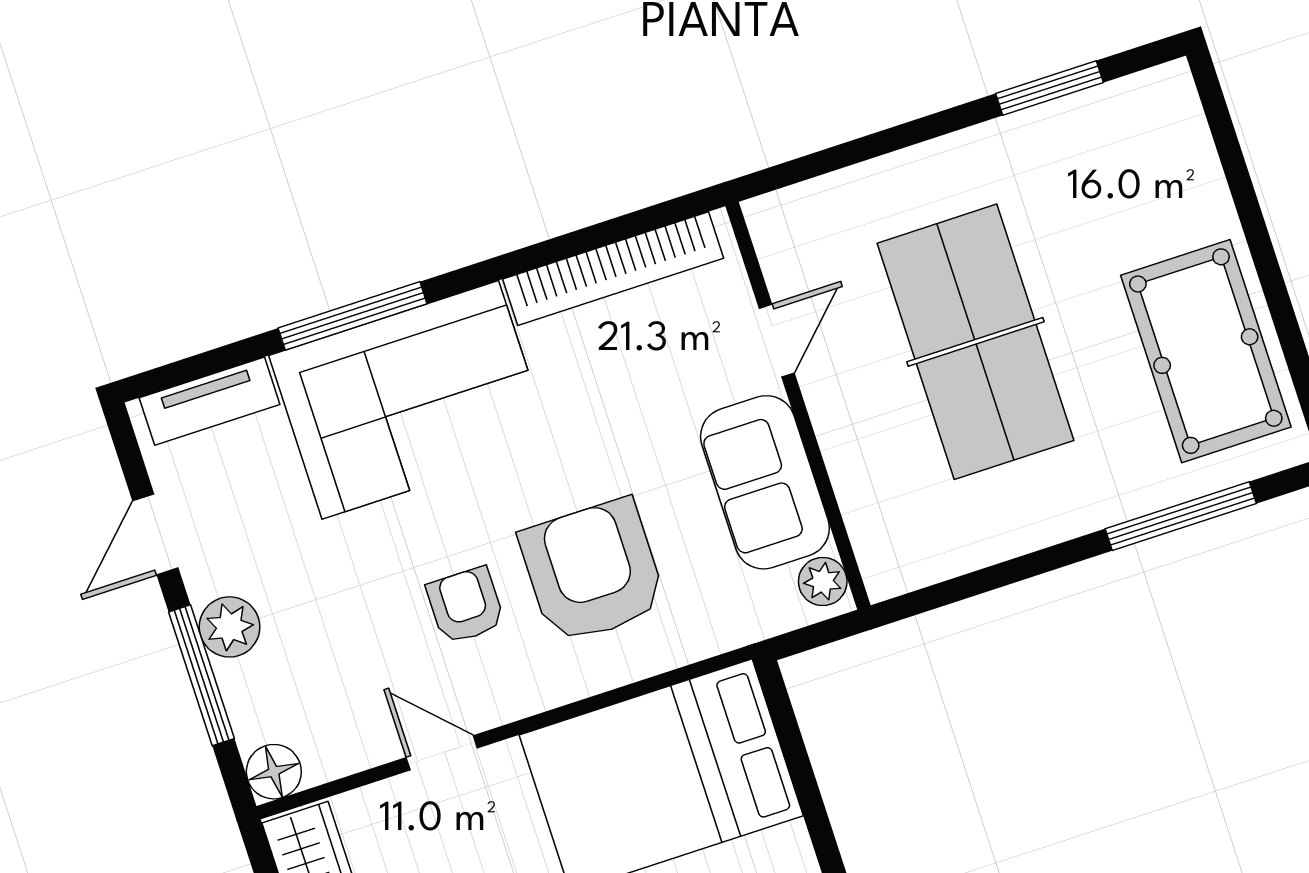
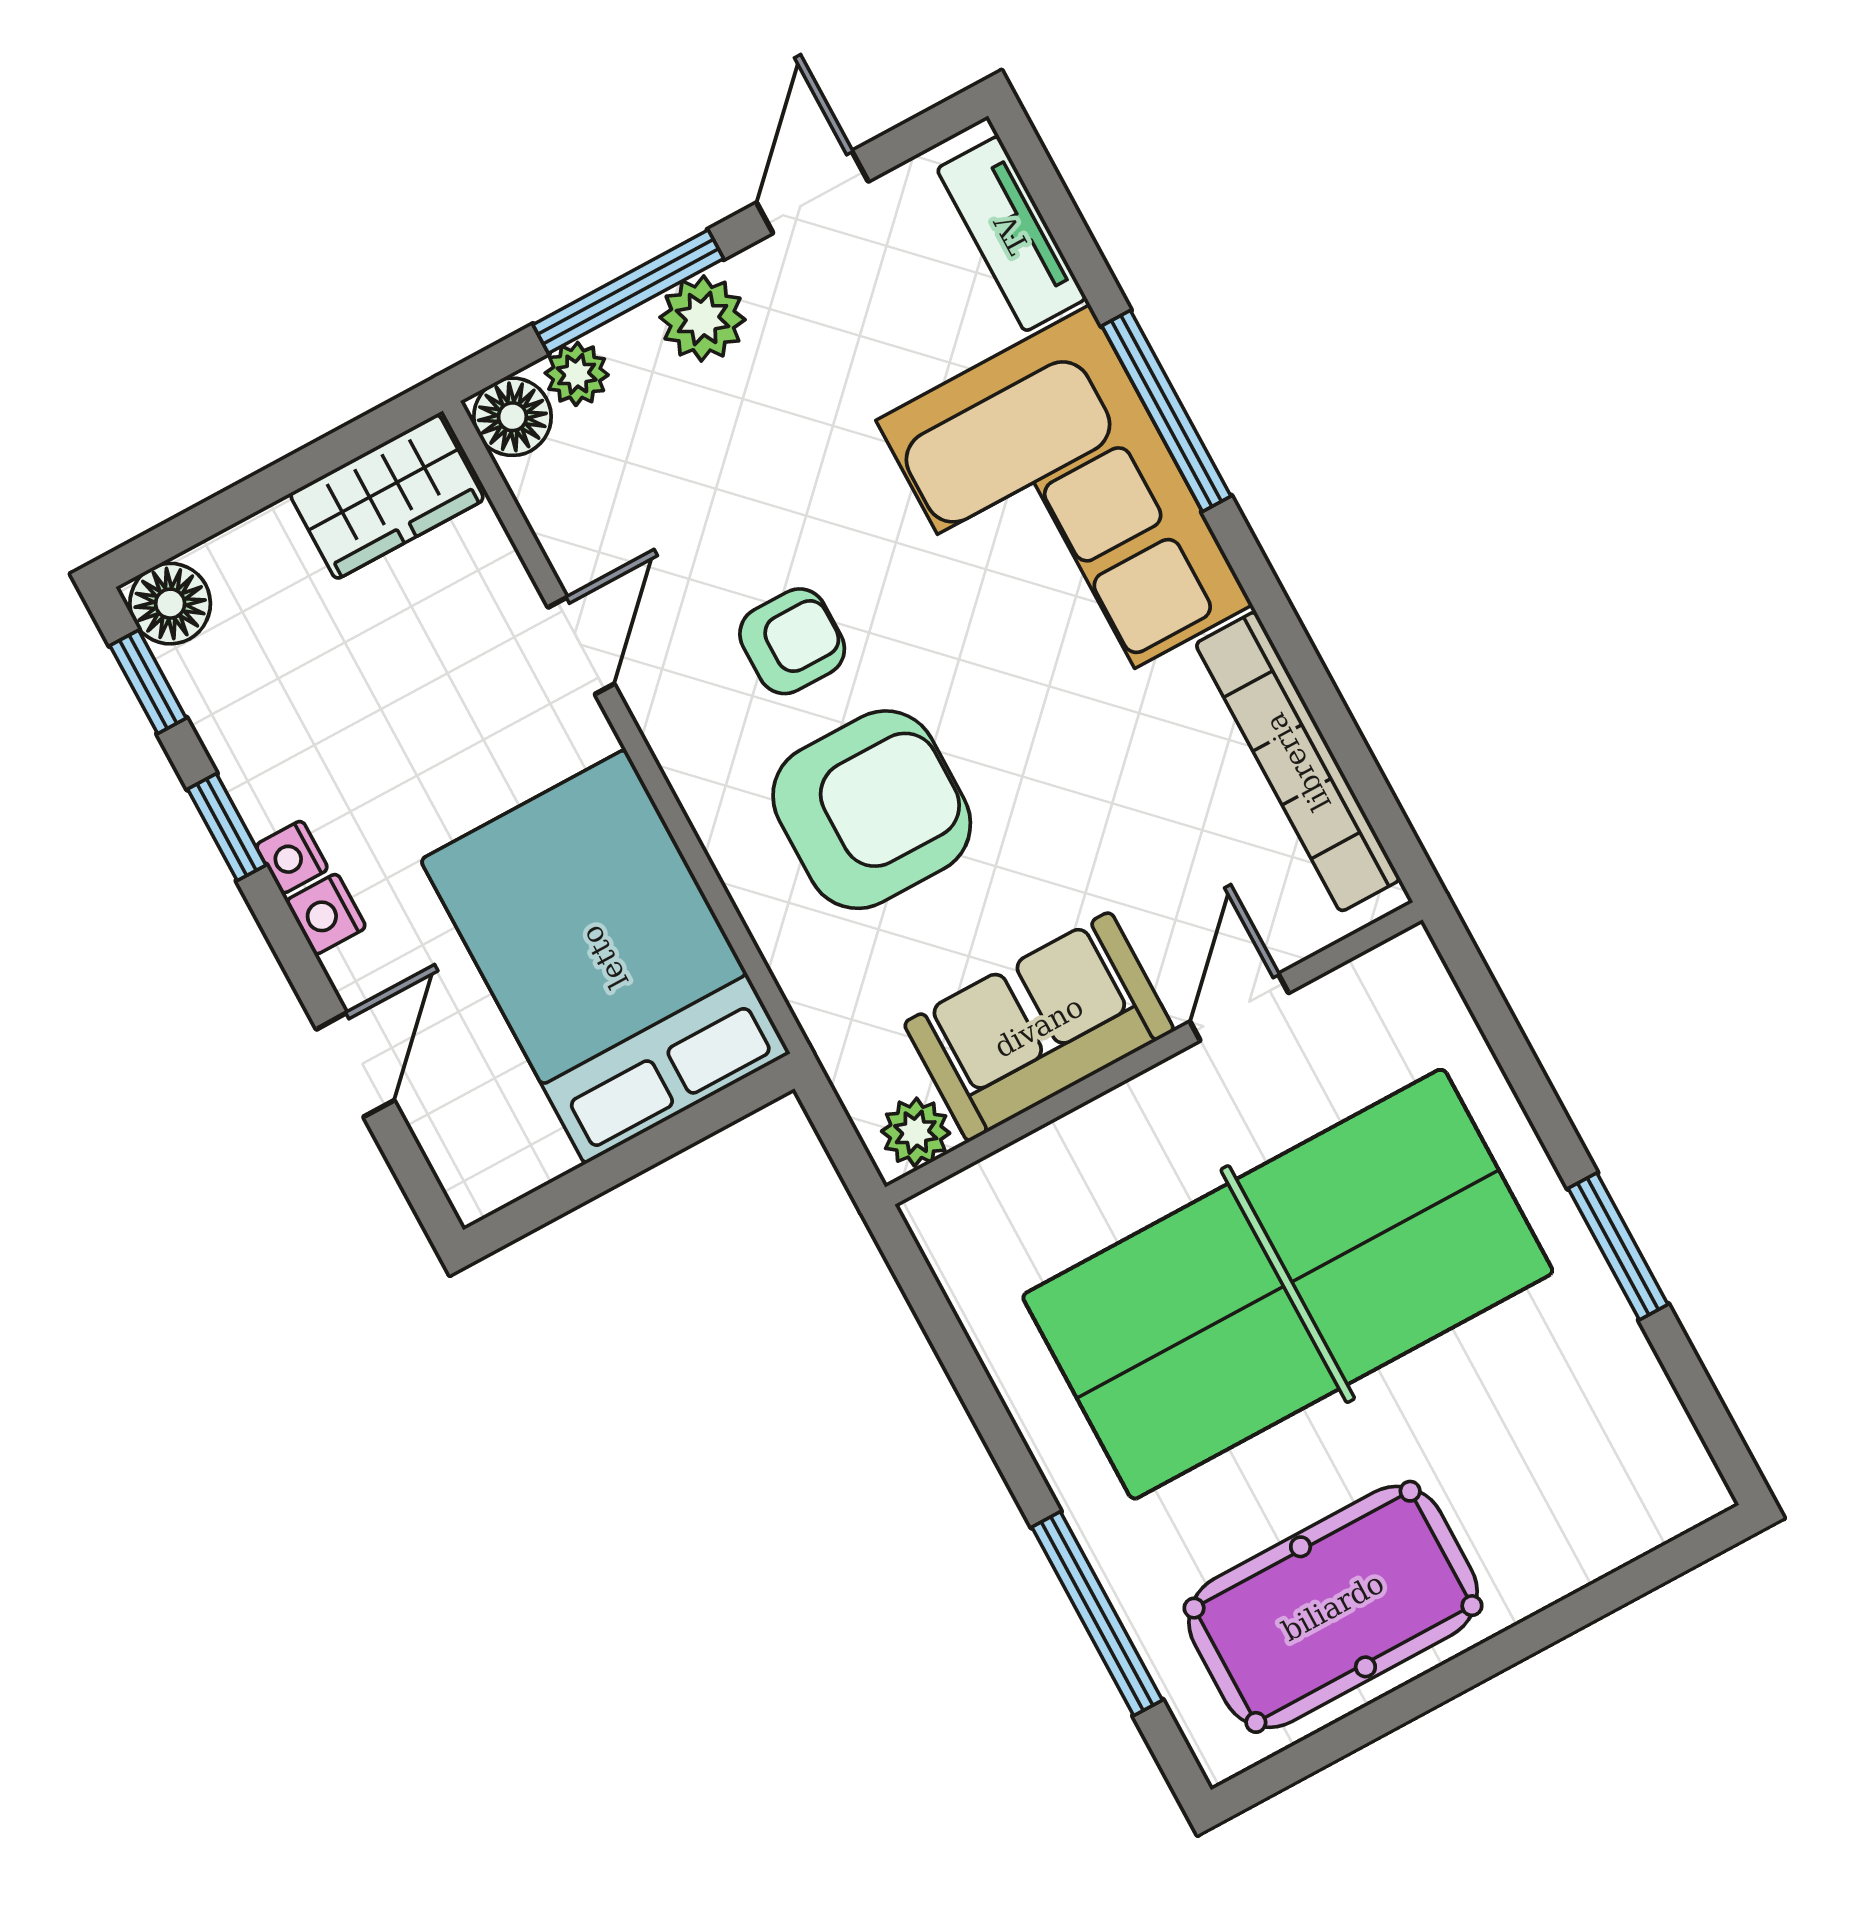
window: (1050, 88) -> (1618, 1246), moved
door: (777, 341) -> (1239, 1007), swing flipped
table tennis table: (975, 342) -> (1288, 1284), width x1.36, depth x1.32
door: (155, 534) -> (812, 192), hinge flipped
plant: (252, 722) -> (577, 374), added

